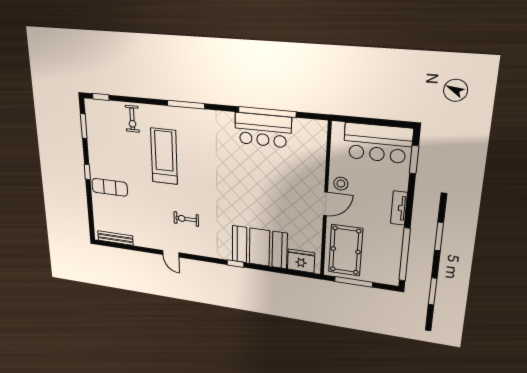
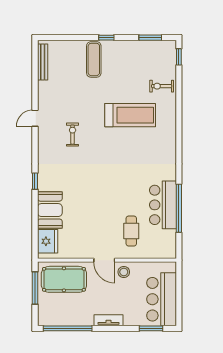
window: (186, 105) -> (179, 137), removed
cafe table: (293, 170) -> (131, 231), added
booth: (259, 247) -> (50, 210), width x0.73, depth x0.70

